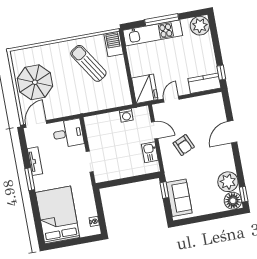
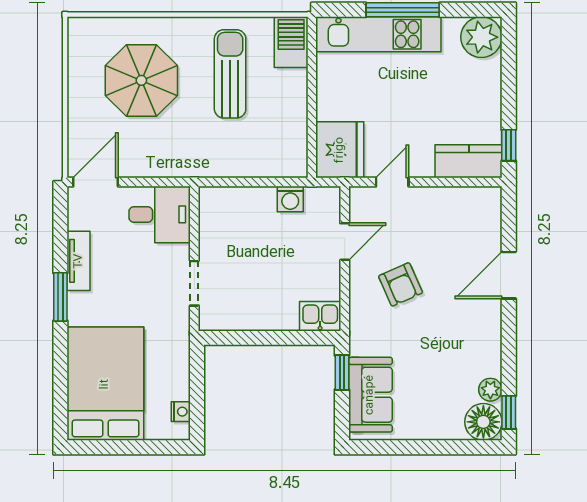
sun lounger: (88, 63) -> (230, 74), turned 33
parasol: (35, 82) -> (141, 80), moved
door: (155, 130) -> (345, 242), hinge flipped
kitchen sink: (150, 152) -> (320, 316), moved, turned 90
plant: (228, 182) -> (490, 390), width x0.53, depth x0.53

